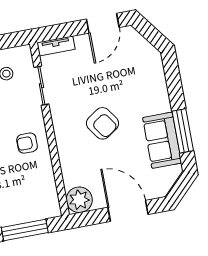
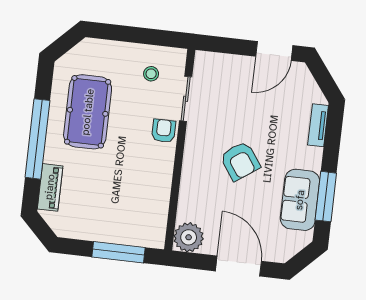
tv unit: (56, 46) -> (318, 125), moved, turned 90
armchair: (27, 143) -> (164, 131), moved, turned 90

